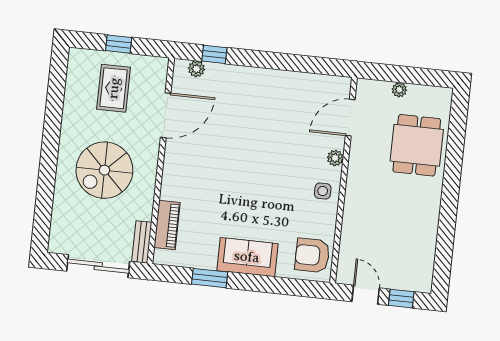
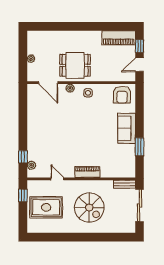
window: (119, 44) -> (23, 195), moved
rug: (114, 88) -> (46, 207), width x1.36, depth x1.43
door: (166, 115) -> (57, 179), width x0.53
dining table: (417, 145) -> (75, 65), moved
piano: (167, 225) -> (87, 172), moved
piano: (421, 261) -> (119, 38), added

